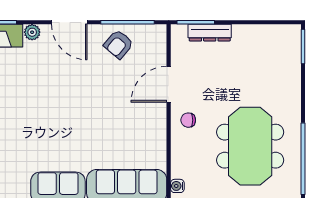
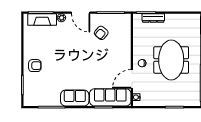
armchair: (118, 44) -> (101, 33), moved
door: (169, 84) -> (132, 79), moved
meeting table: (250, 146) -> (171, 60), moved

